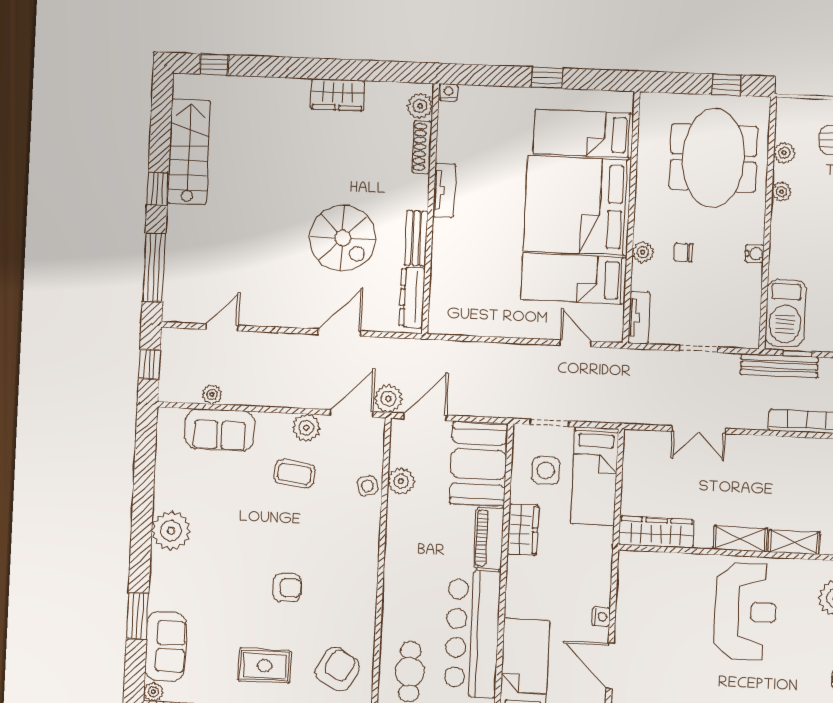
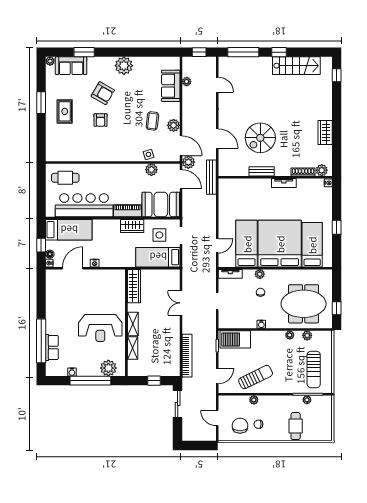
dresser: (412, 298) -> (235, 171), removed
bench: (779, 366) -> (211, 177), moved
armchair: (337, 669) -> (103, 93), moved

